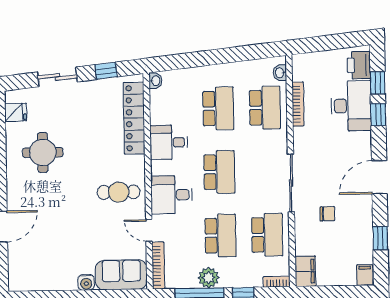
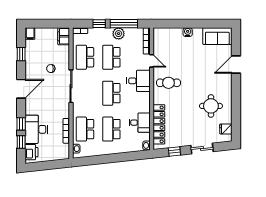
desk: (169, 142) -> (140, 123), moved
sofa: (121, 275) -> (217, 36), moved

